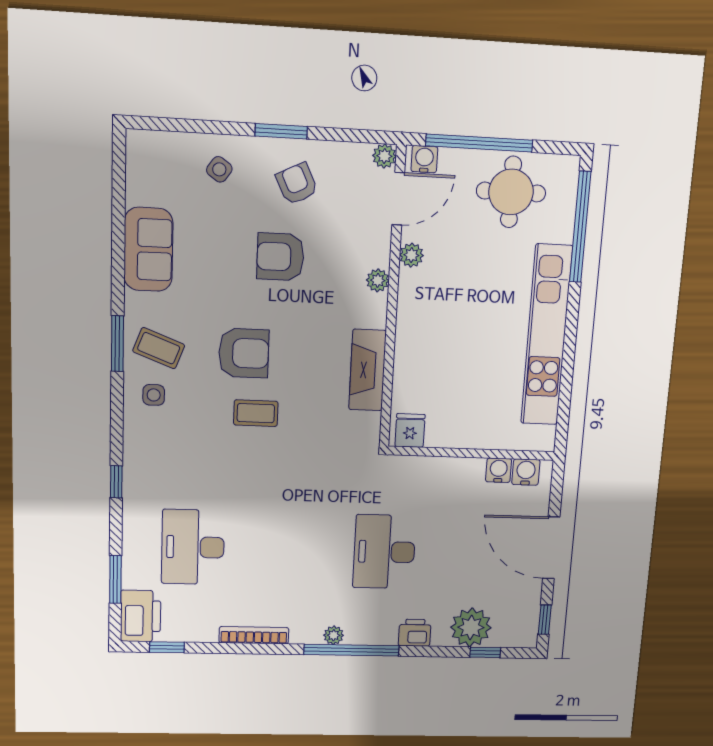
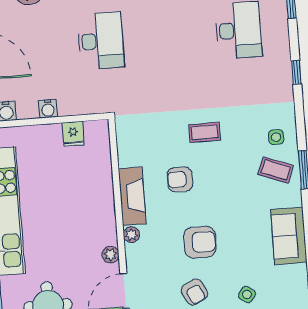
armchair: (244, 353) -> (180, 179), moved, width x0.72, depth x0.72
fireplace: (368, 370) -> (132, 196), moved
fridge: (410, 430) -> (73, 134), moved
water cooler: (499, 470) -> (48, 109), moved

